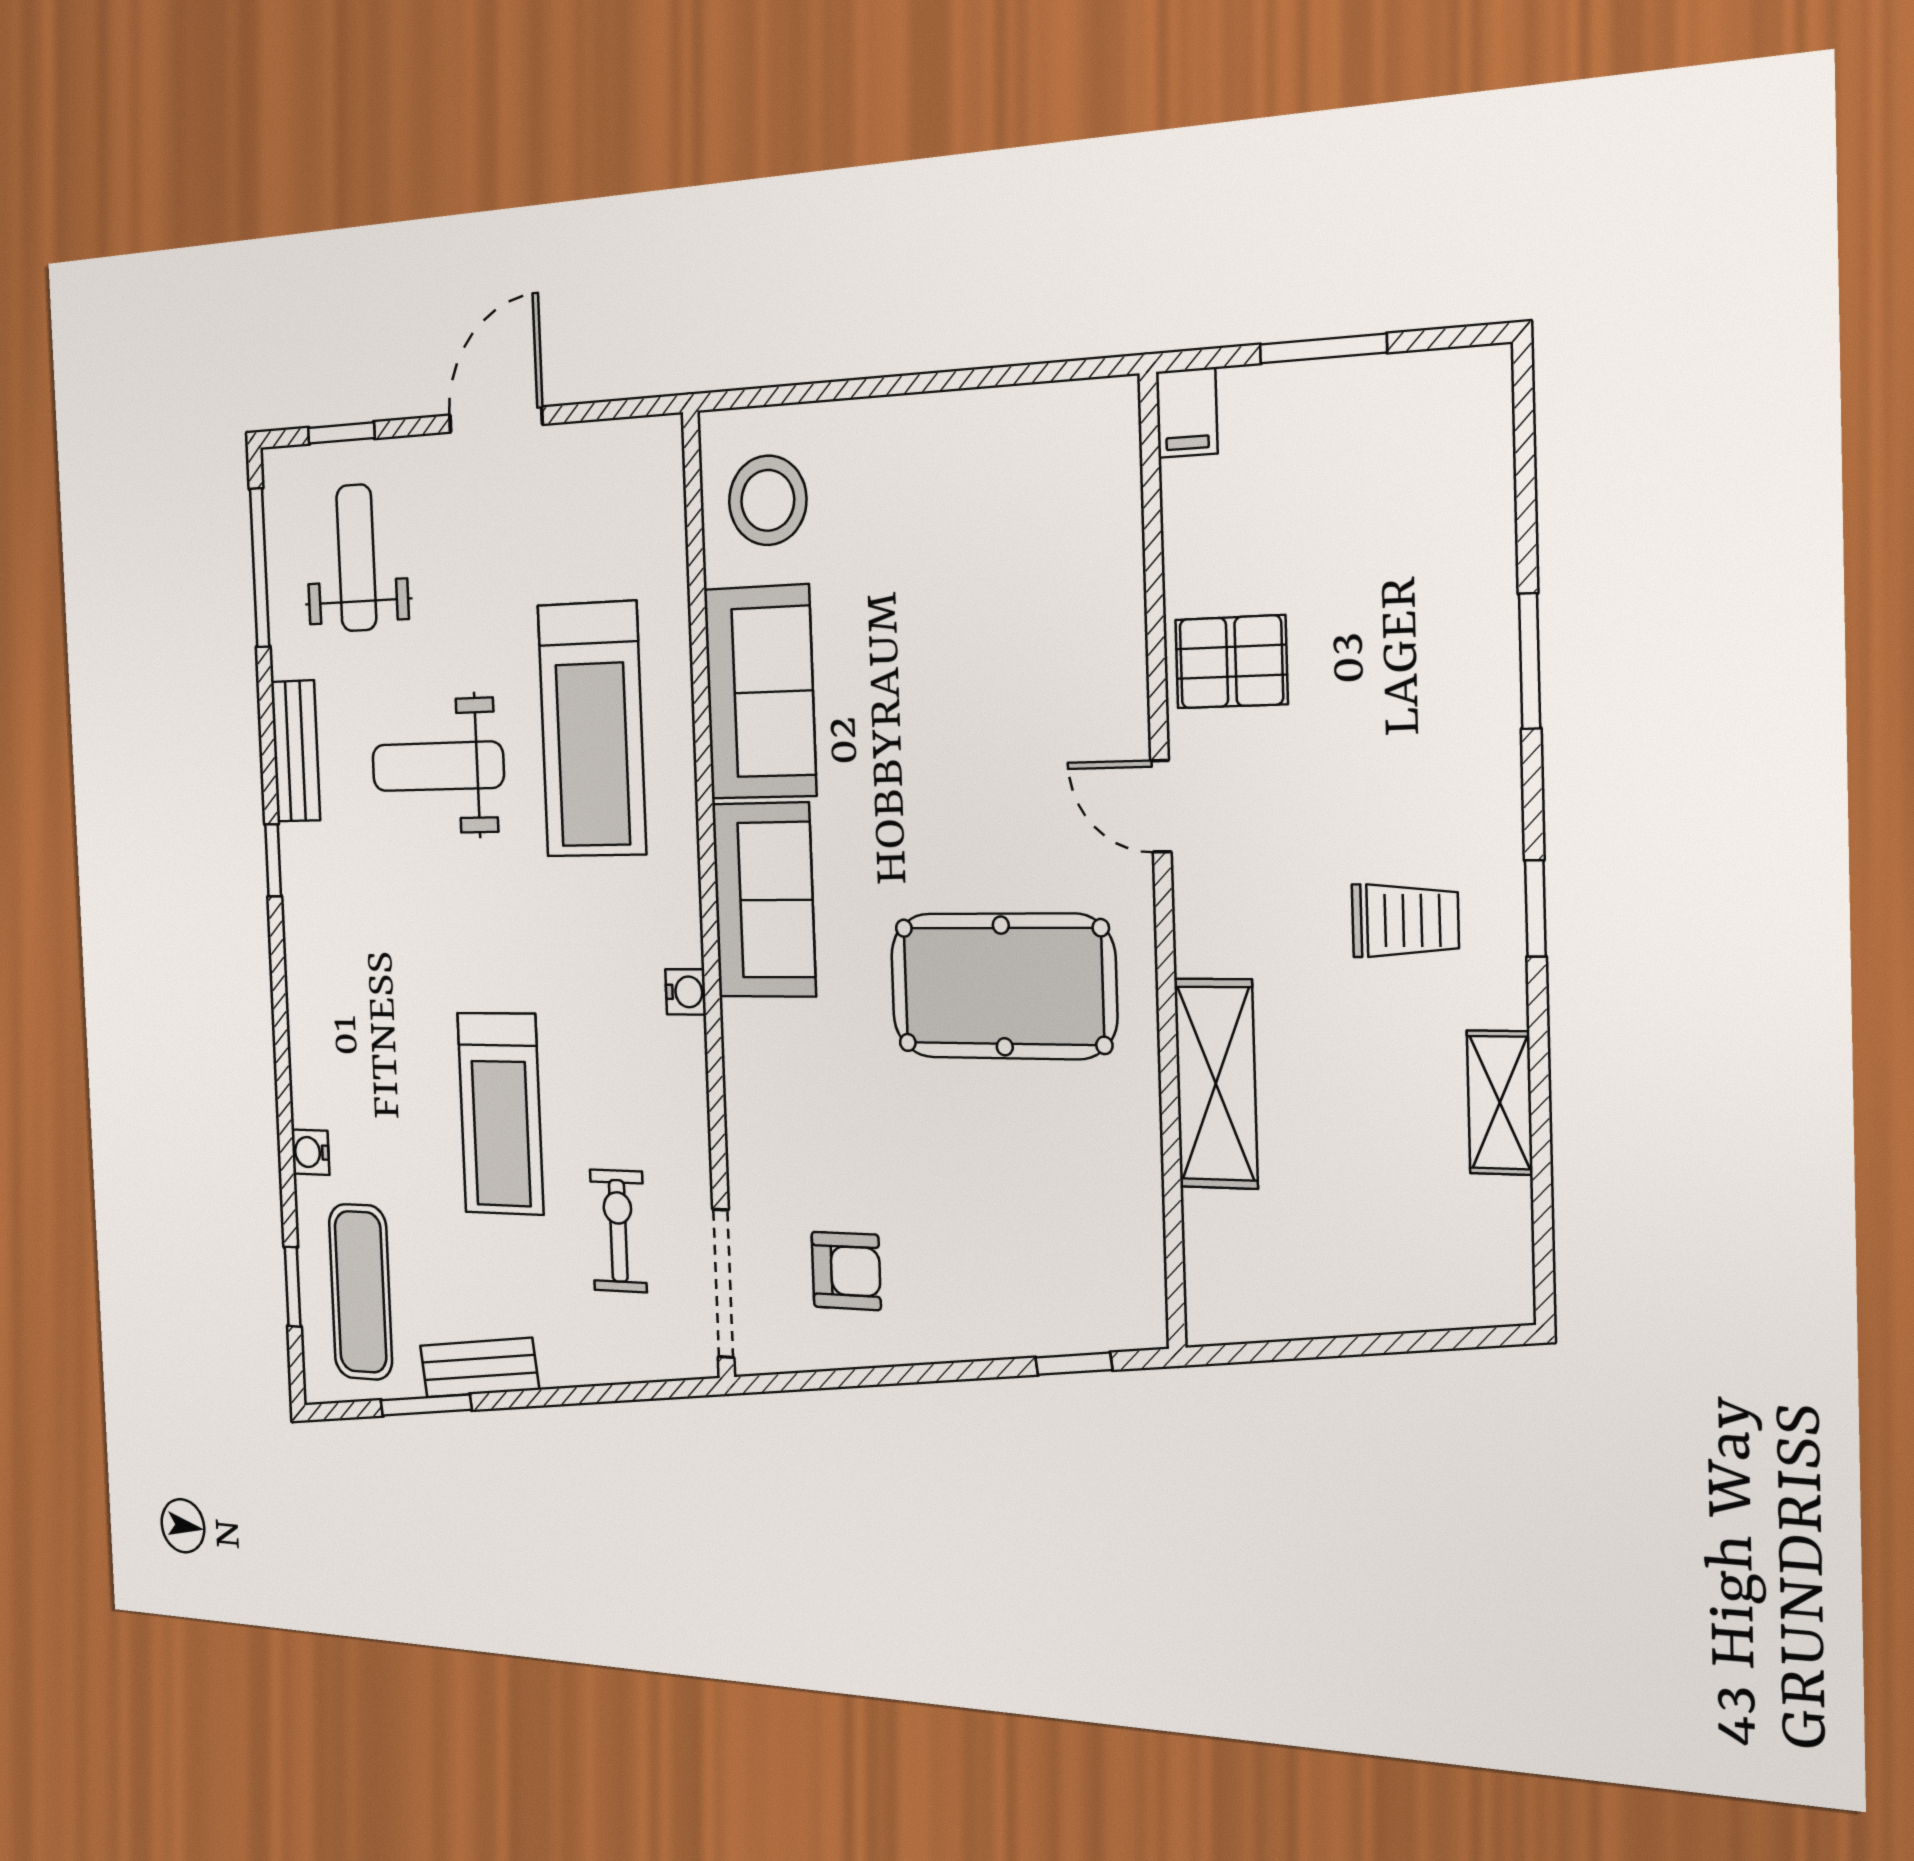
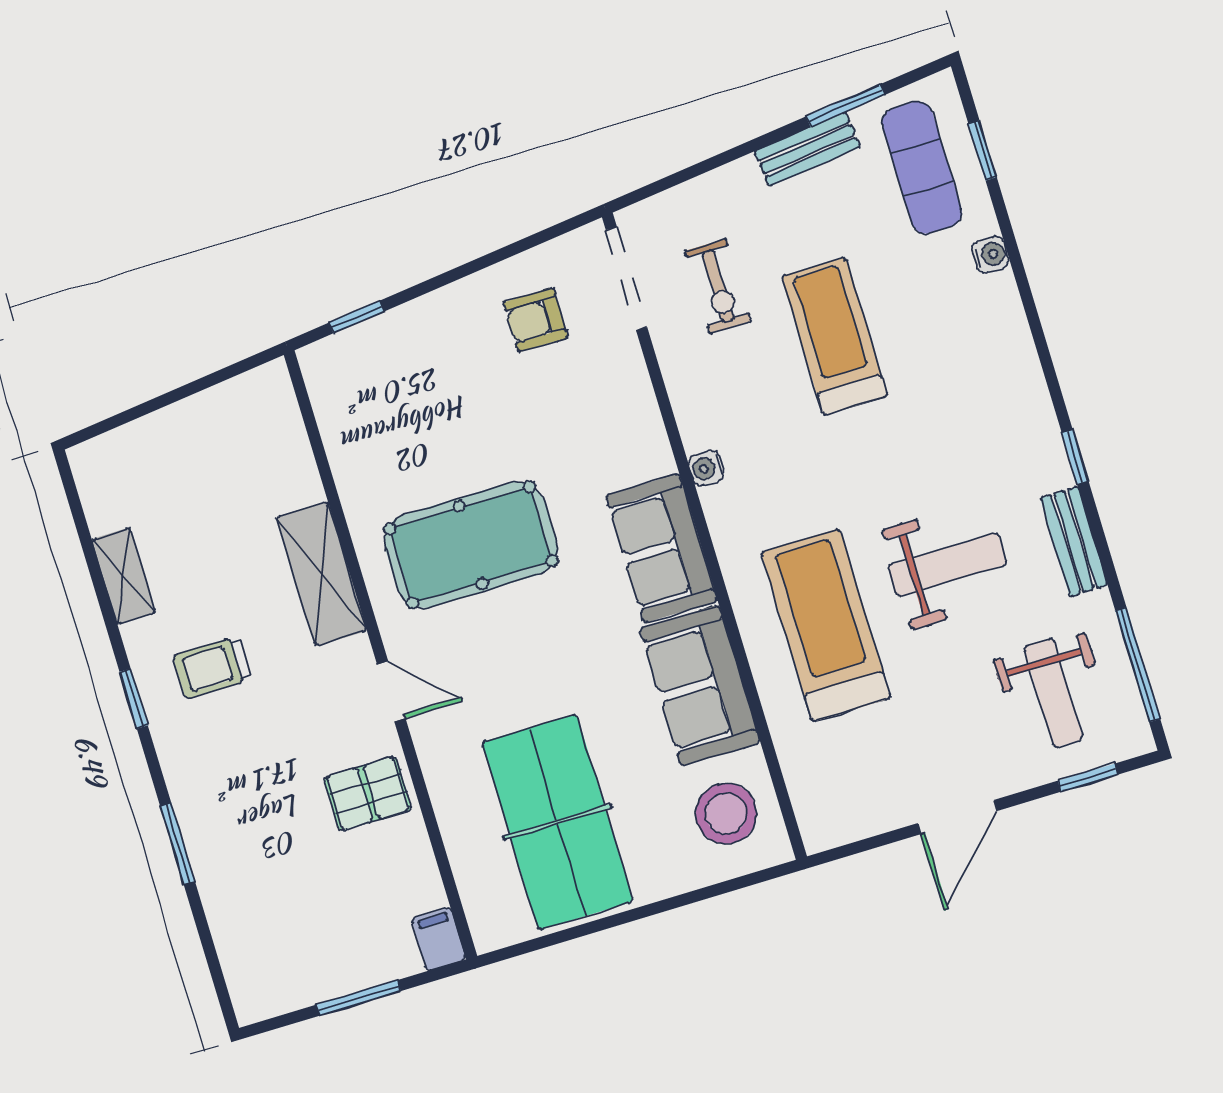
table tennis table: (984, 547) -> (558, 822), added
shelving: (1216, 1083) -> (322, 574), moved

